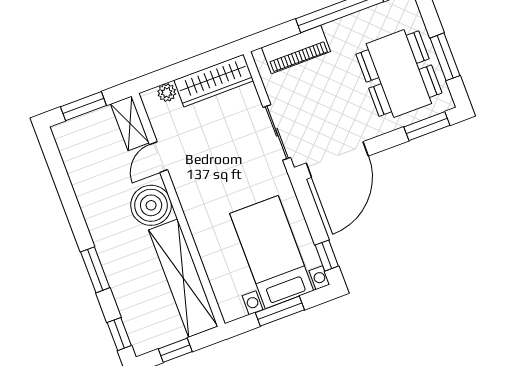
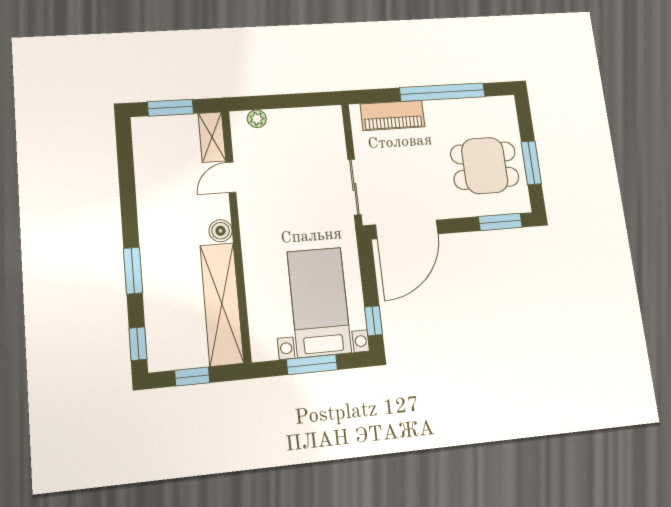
dining table: (399, 74) -> (485, 166), width x0.73
wardrobe: (214, 81) -> (306, 121), removed
boiler: (151, 205) -> (221, 231), width x0.54, depth x0.54

